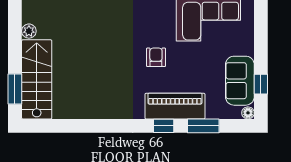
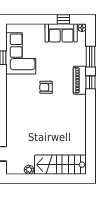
window: (15, 89) -> (67, 179), removed
piano: (175, 106) -> (80, 80), width x0.73, depth x0.75

